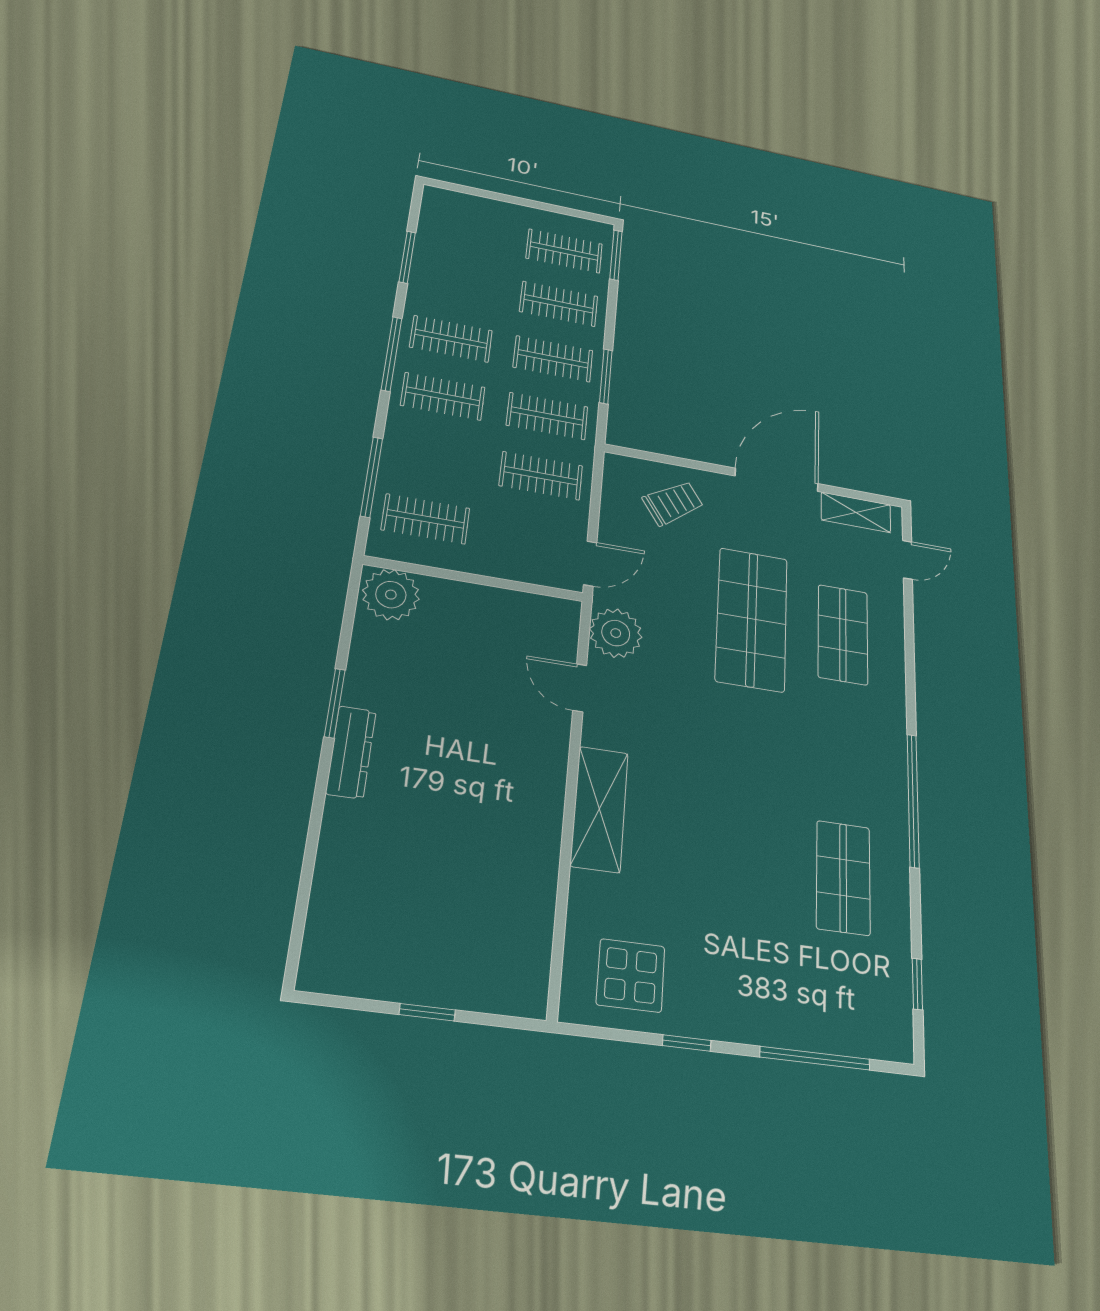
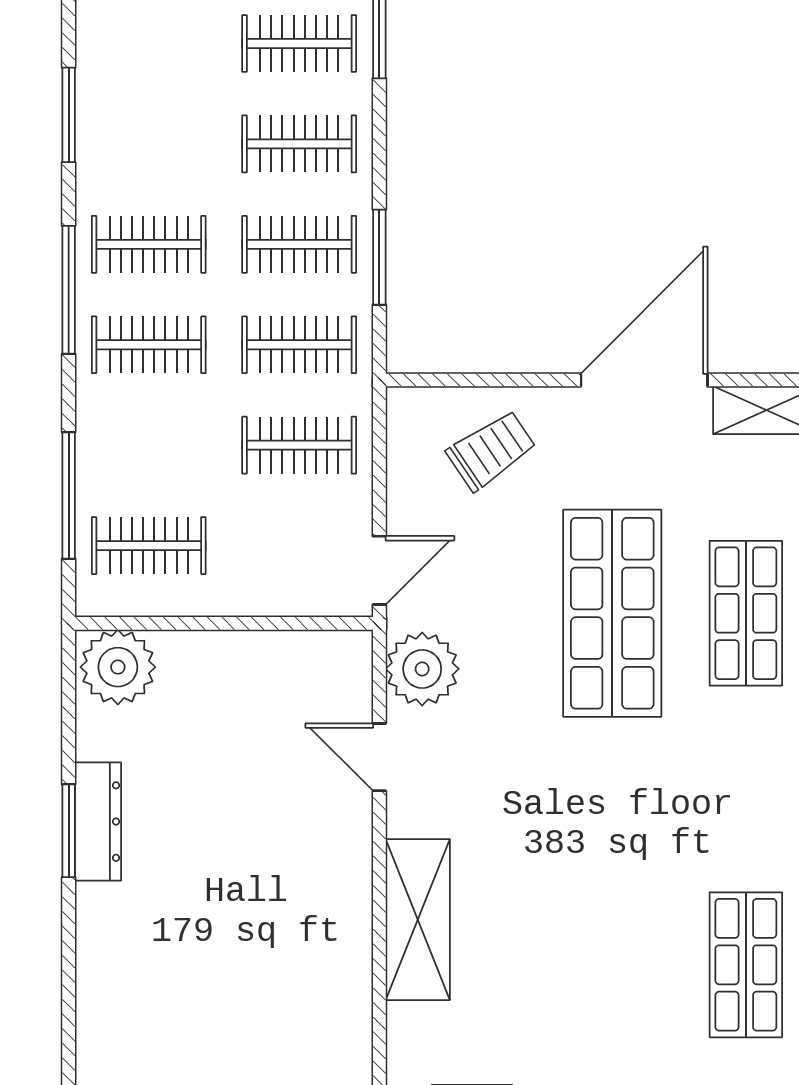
dresser: (351, 752) -> (98, 822), moved

